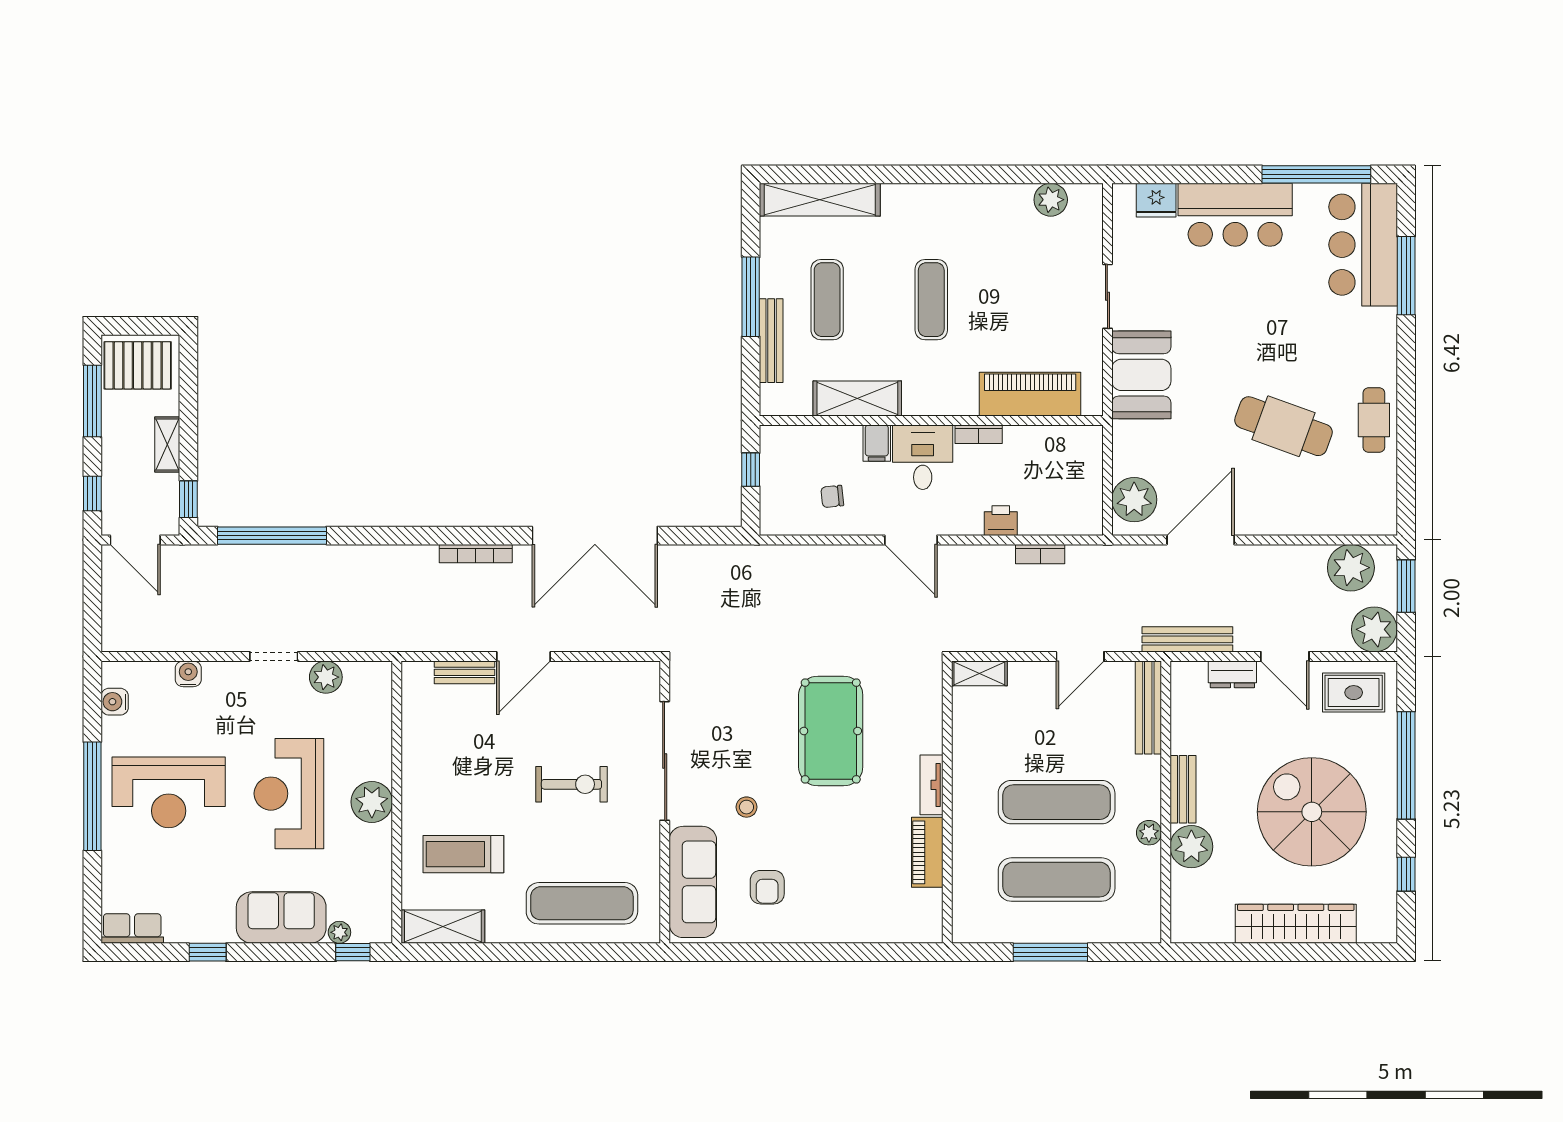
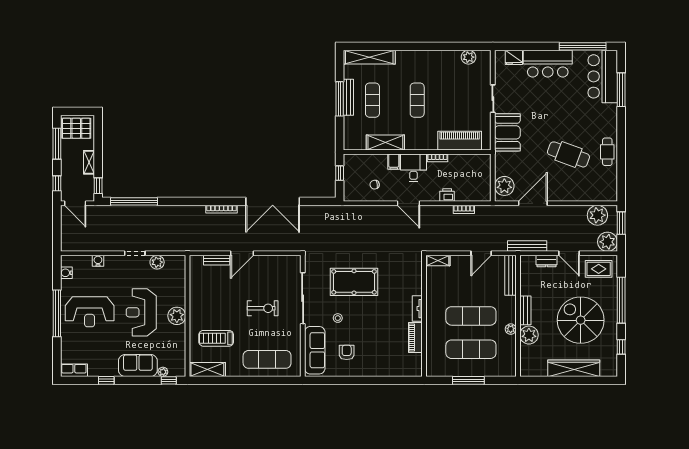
bench: (771, 341) -> (348, 97), moved
pool table: (831, 731) -> (354, 282), moved, turned 90
armchair: (767, 887) -> (347, 352), turned 180

